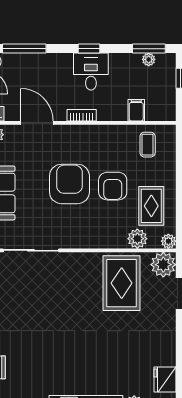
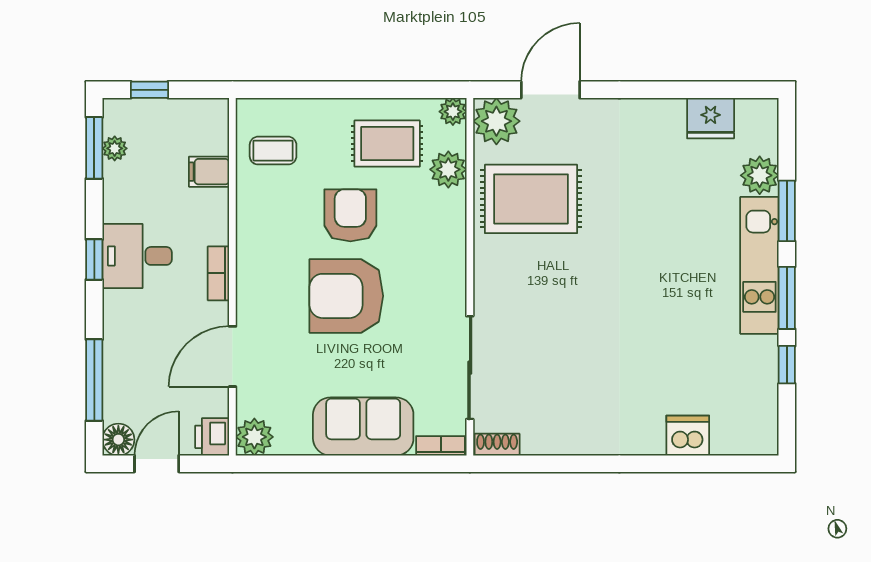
armchair: (113, 186) -> (350, 215), turned -90

